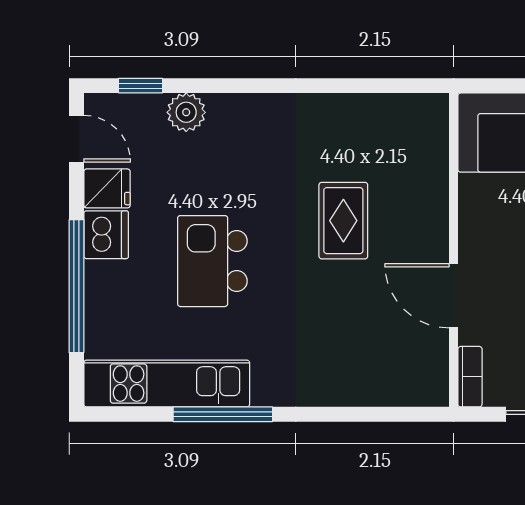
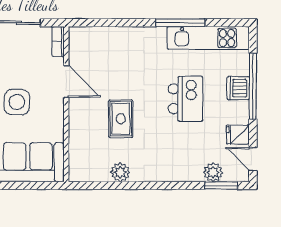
window: (140, 86) -> (221, 186), width x1.50
plant: (186, 112) -> (213, 172), moved
plant: (344, 112) -> (120, 172), added
dishwasher: (106, 235) -> (238, 88), moved

